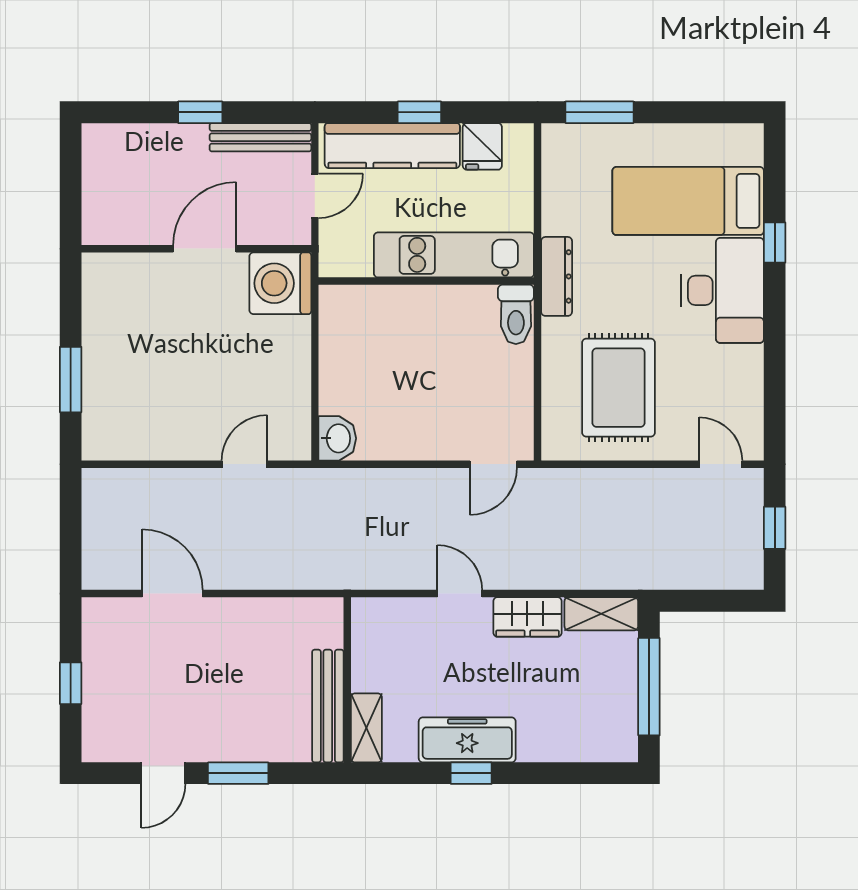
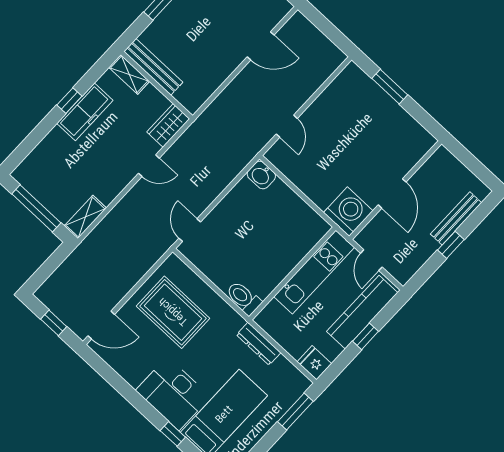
bench: (260, 137) -> (456, 218), moved
fridge: (482, 146) -> (314, 363), moved
kitchen unit: (454, 255) -> (314, 272), moved
dresser: (557, 276) -> (259, 344), moved
door: (721, 464) -> (101, 325), width x1.38
wardrobe: (527, 617) -> (168, 125), moved

